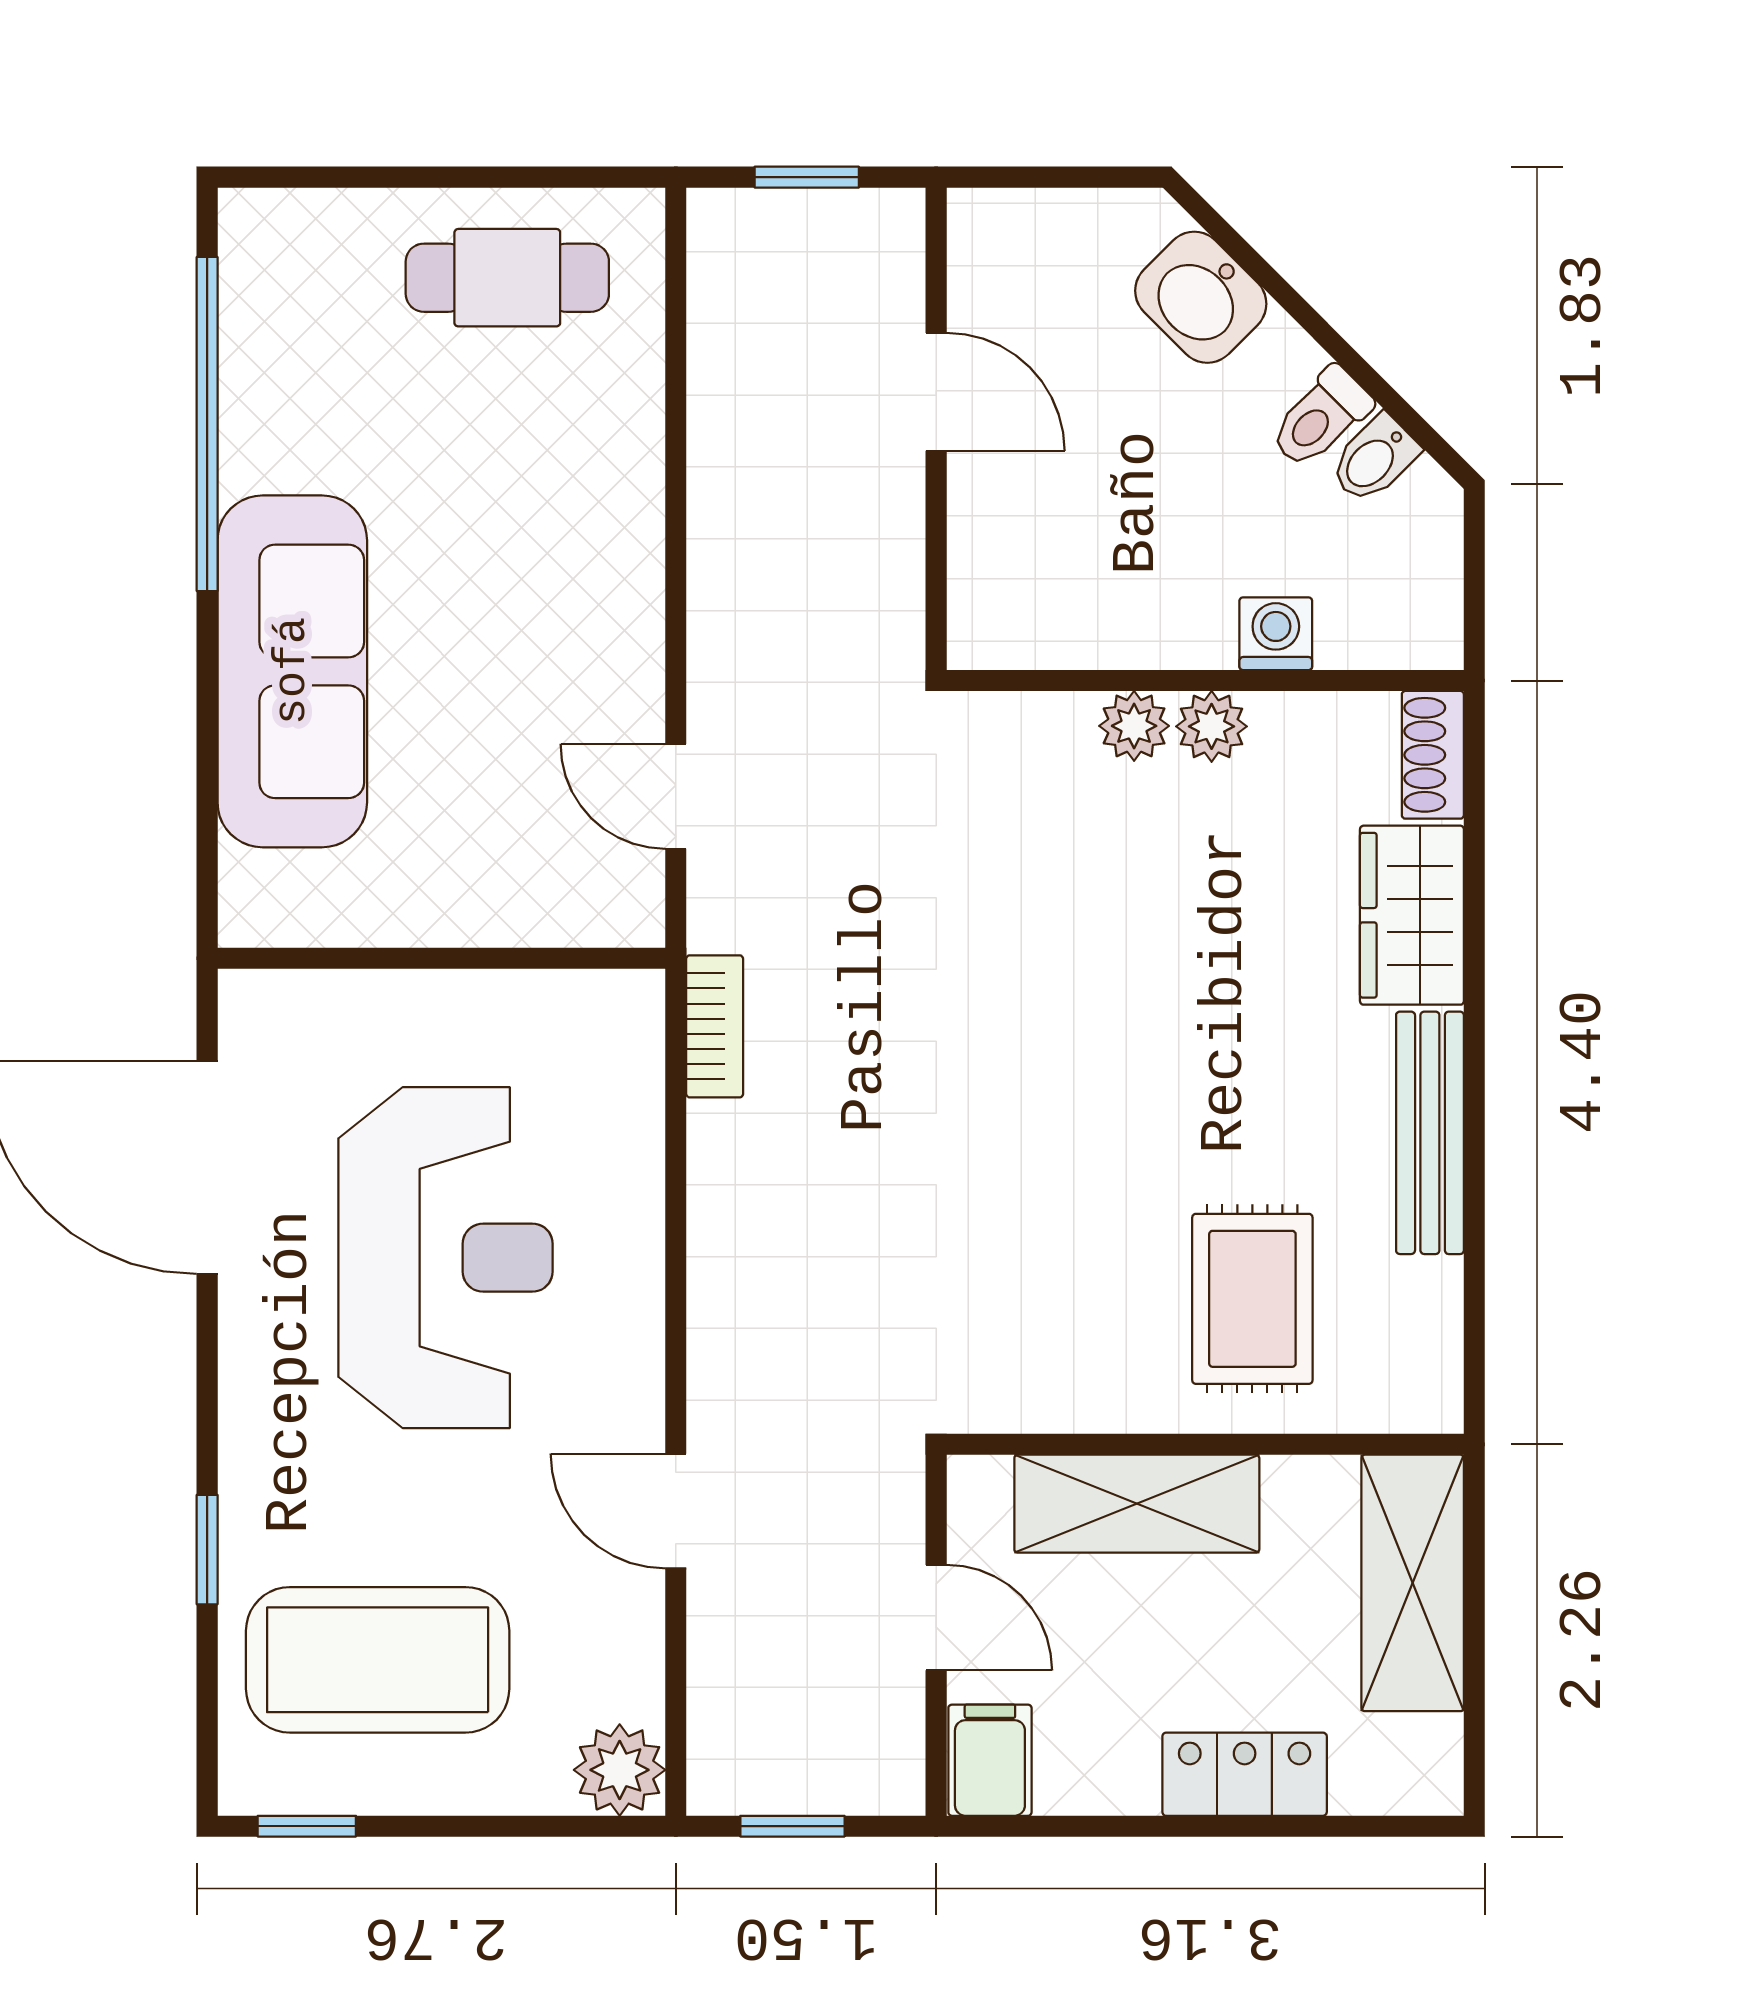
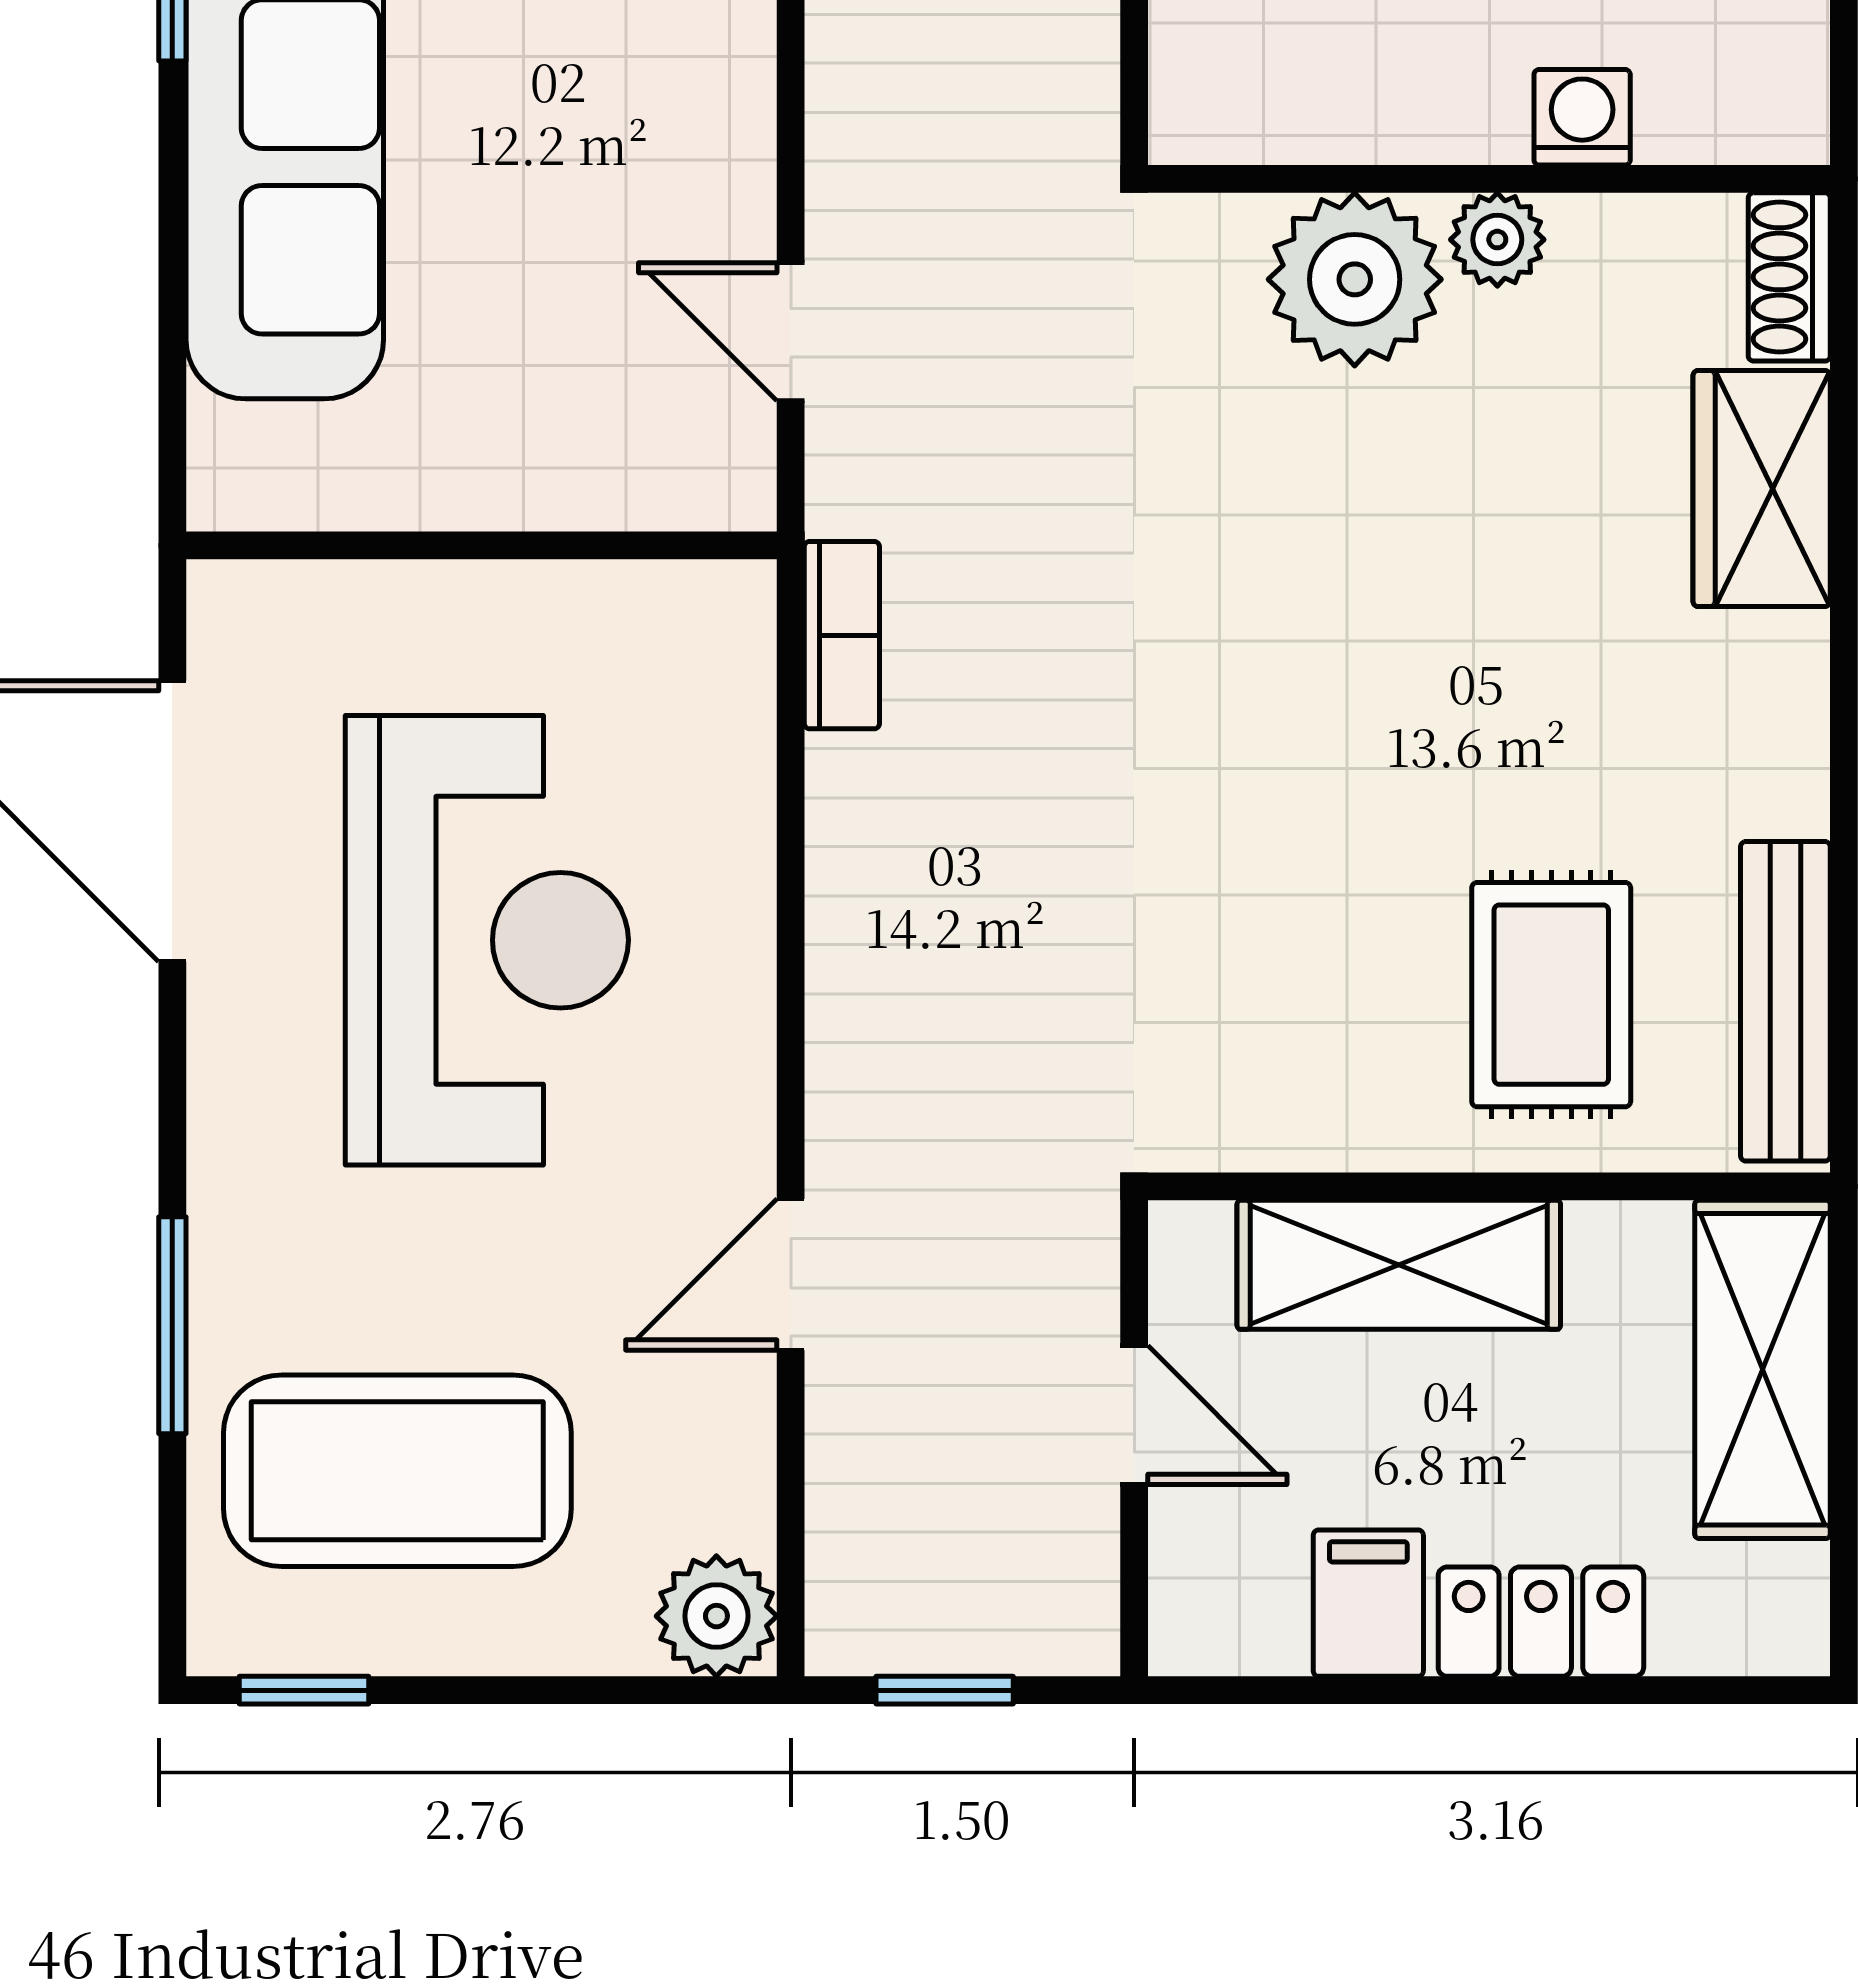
plant: (1134, 726) -> (1355, 279), width x1.88, depth x1.88
bench: (1430, 1133) -> (1785, 1001), moved
door: (676, 1511) -> (791, 1274), hinge flipped
window: (207, 1550) -> (172, 1325), width x1.50
filing cabinet: (990, 1760) -> (1368, 1603), moved

